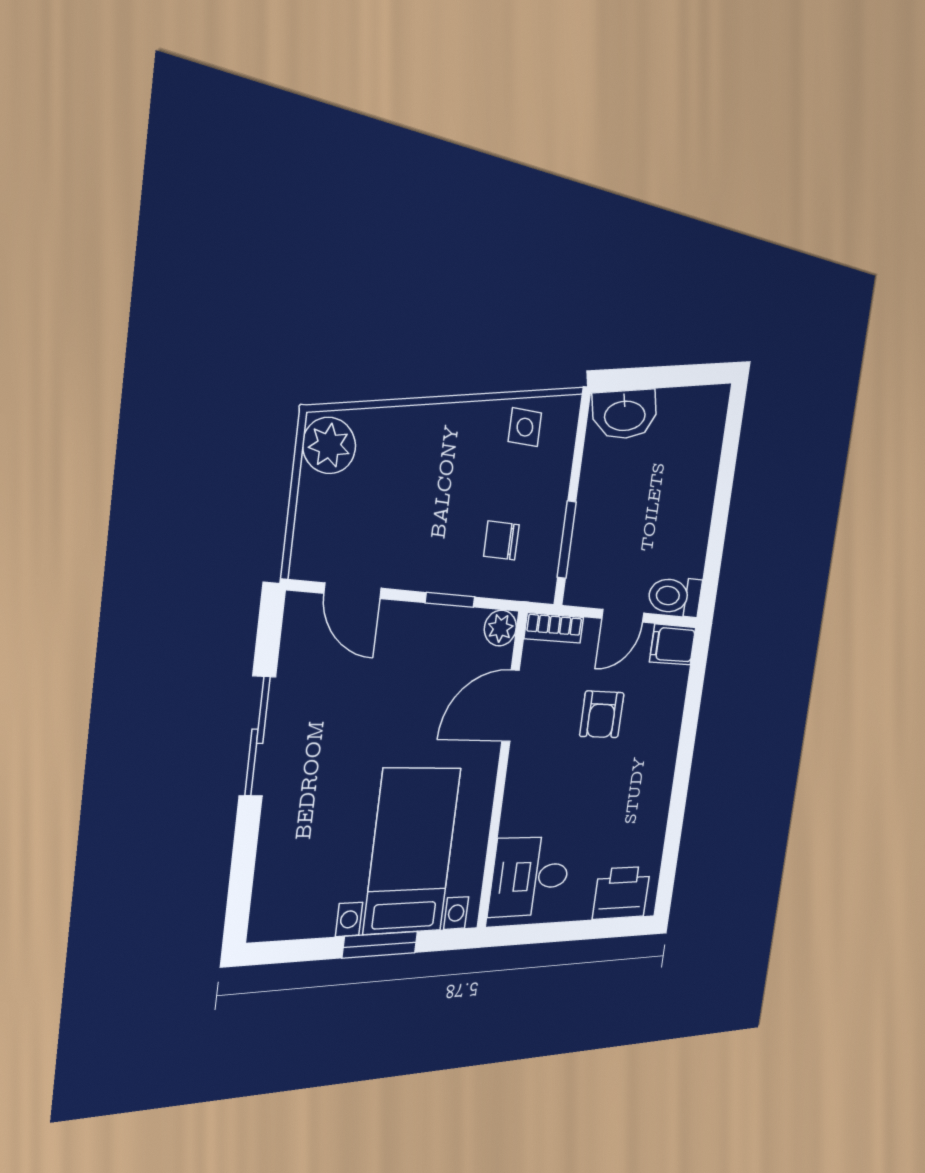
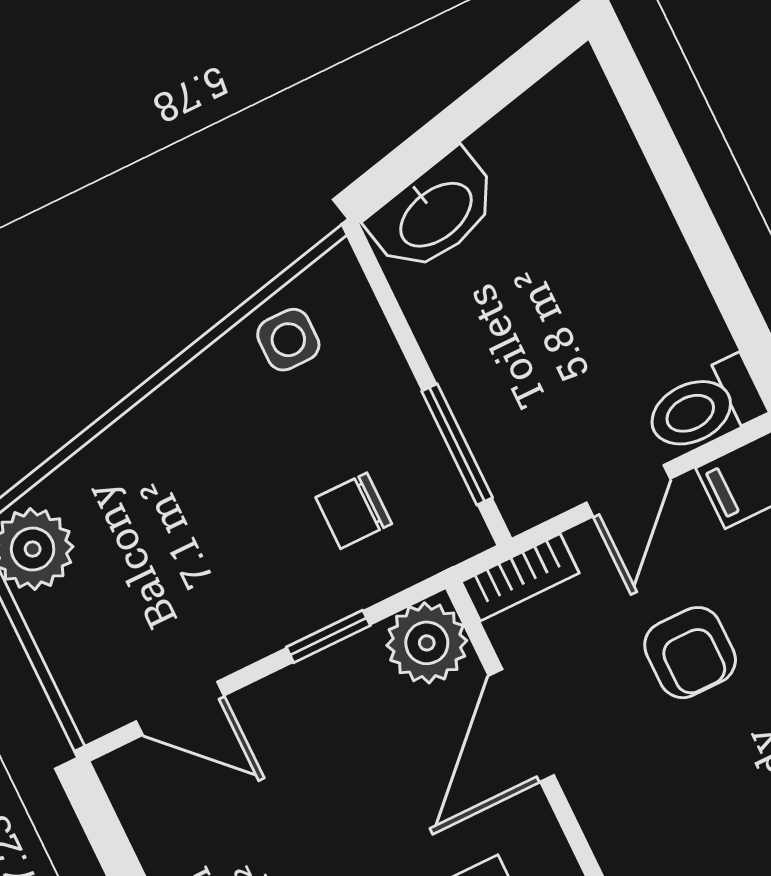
plant: (500, 628) -> (427, 643), width x1.38, depth x1.38

